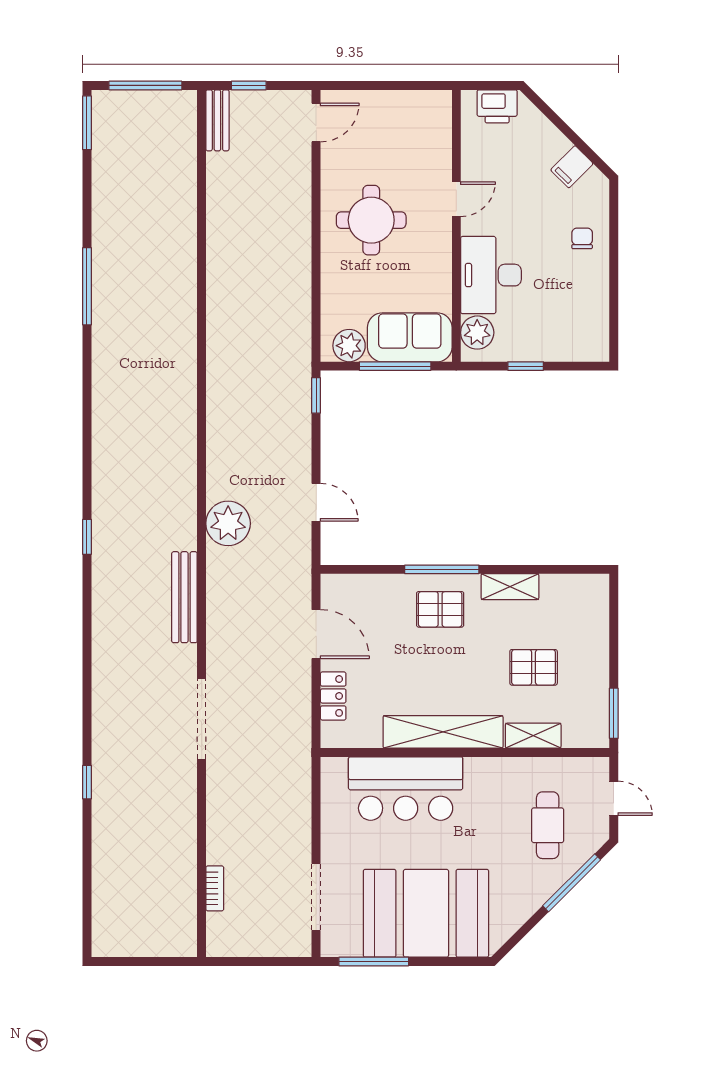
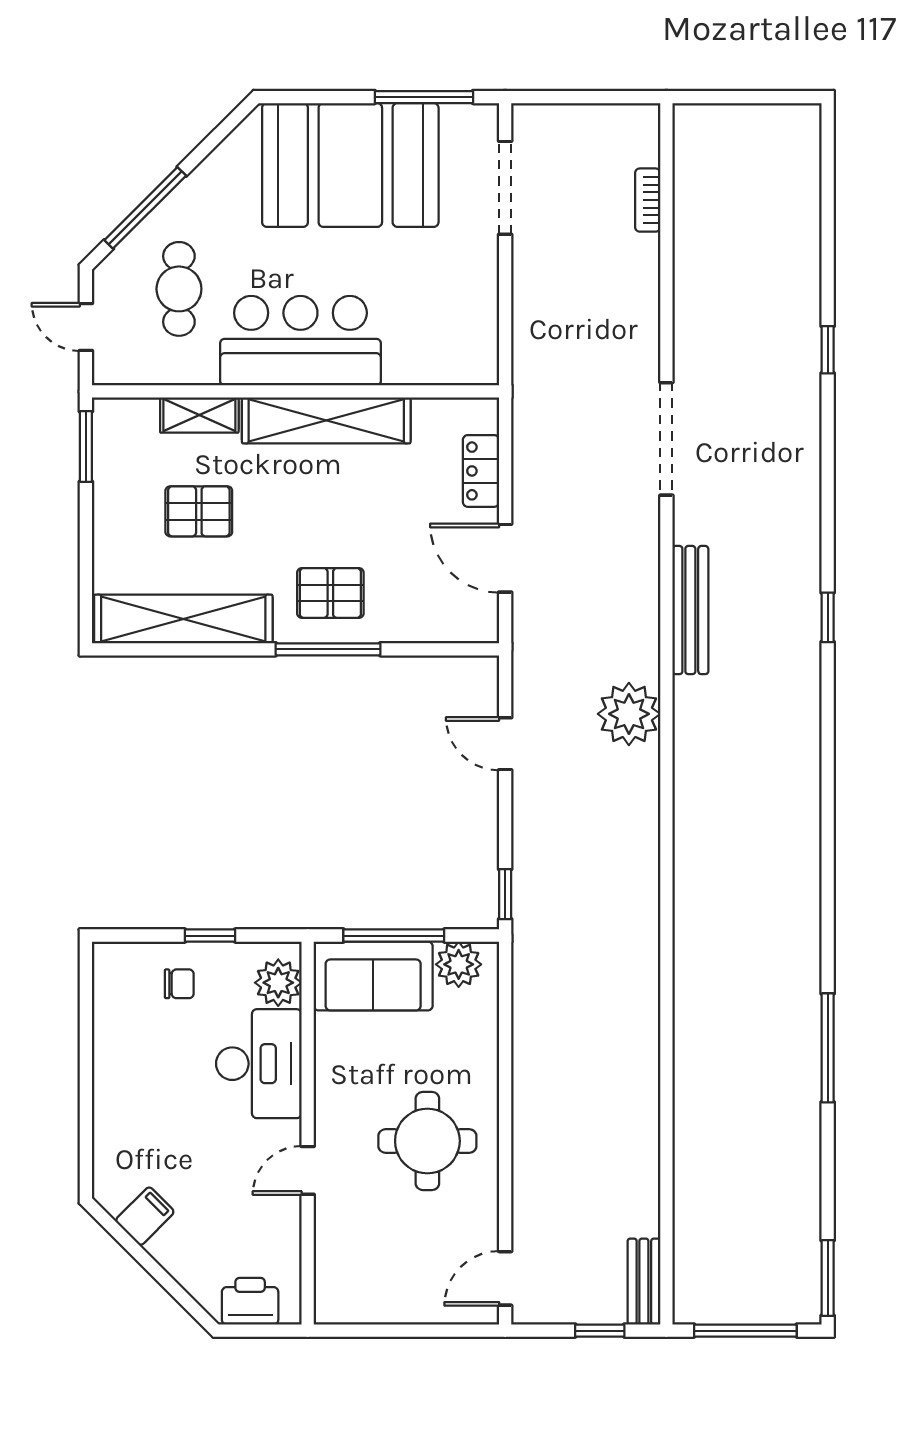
chair: (582, 238) -> (179, 984), moved, turned -90
window: (87, 537) -> (828, 617), moved
shelving: (510, 587) -> (183, 619), width x2.20, depth x1.33
bar counter: (406, 789) -> (300, 341), moved

